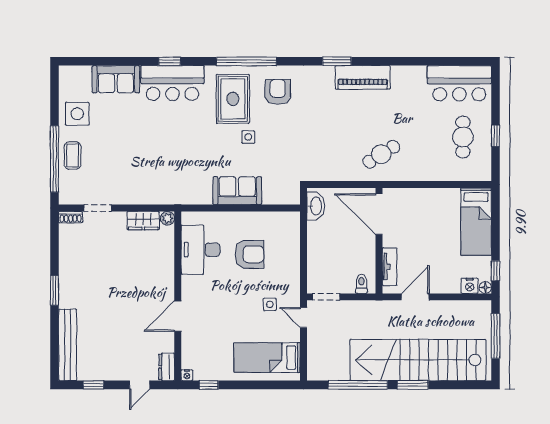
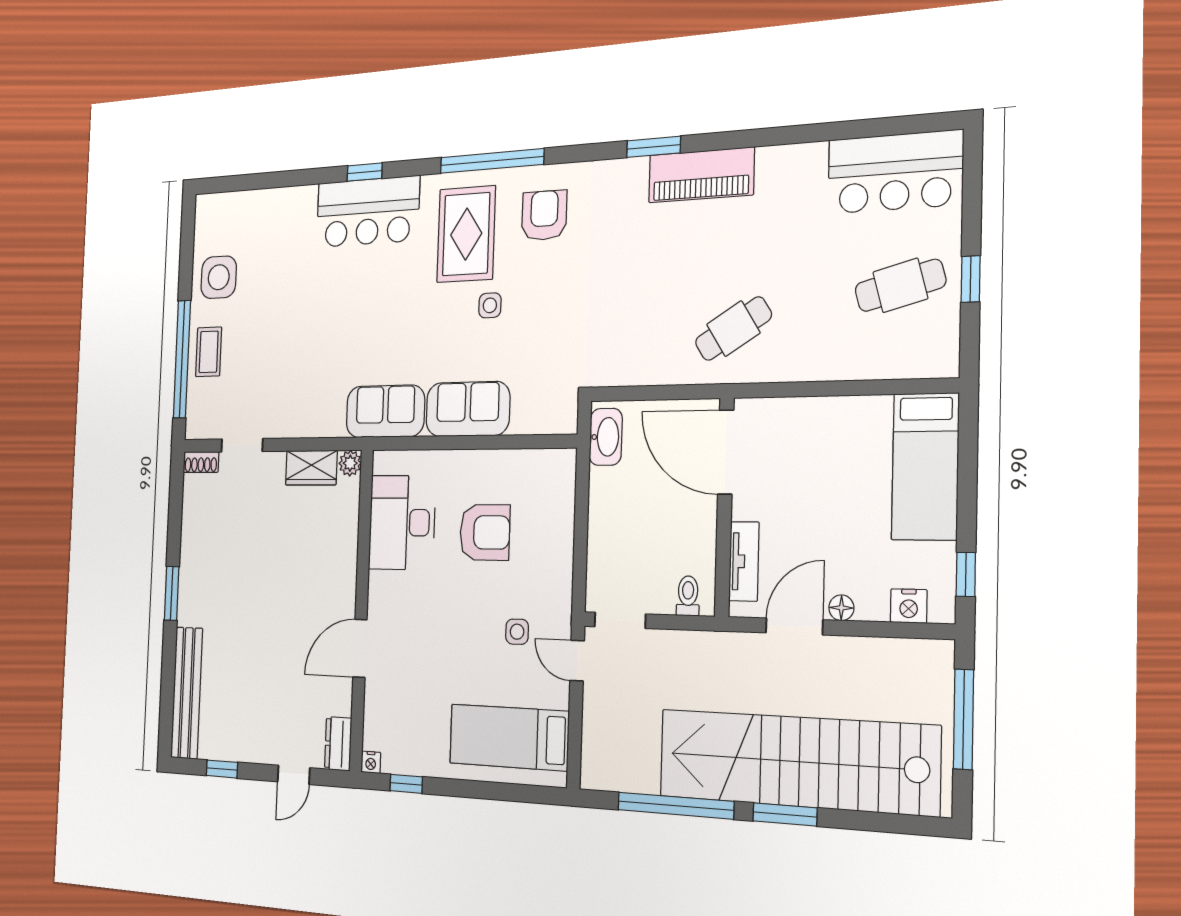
sofa: (116, 79) -> (385, 411), moved, turned 180
cafe table: (463, 137) -> (900, 285), turned 75
floor lamp: (485, 288) -> (841, 608), moved

